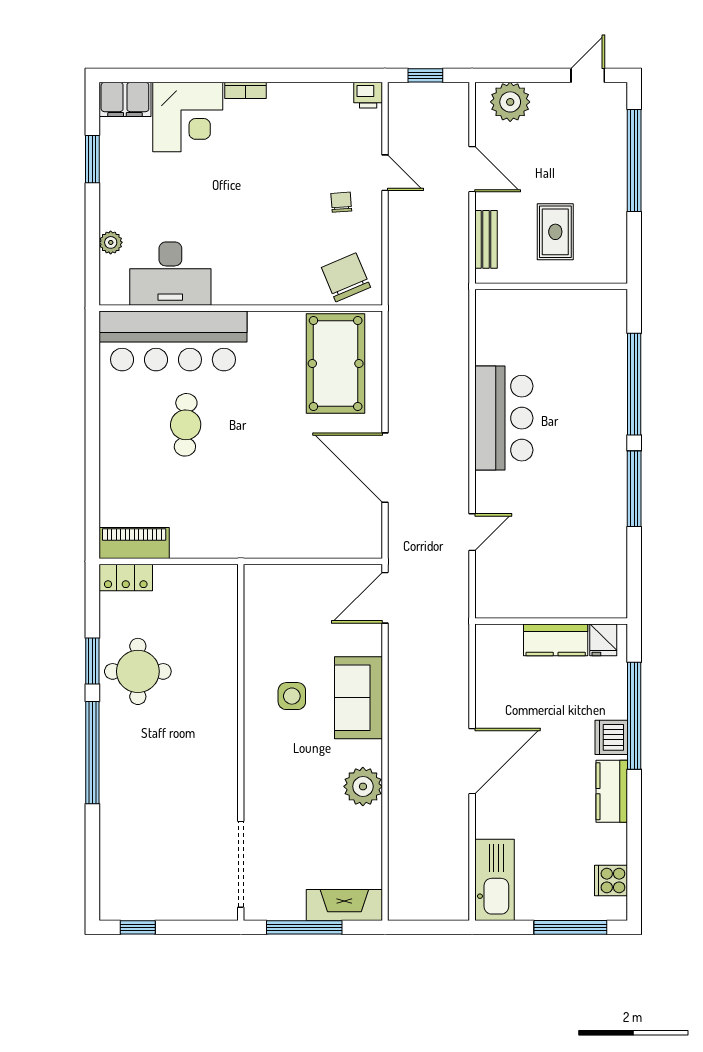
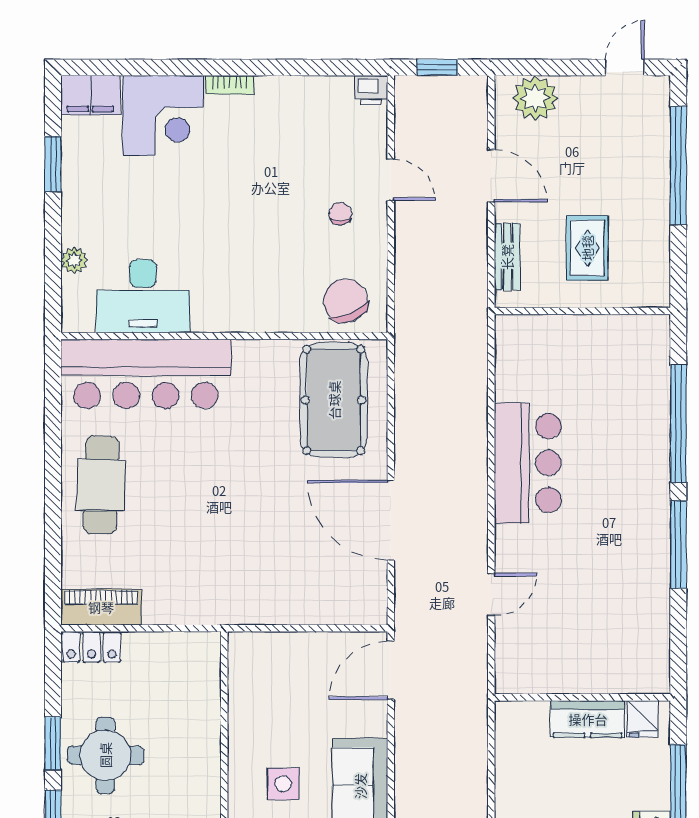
cafe table: (186, 425) -> (101, 485), moved, width x1.37, depth x1.35

